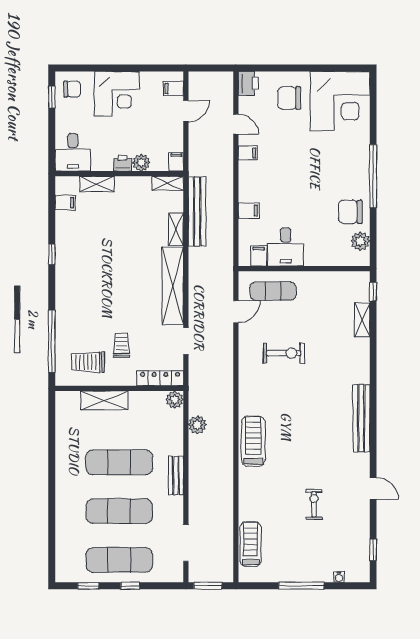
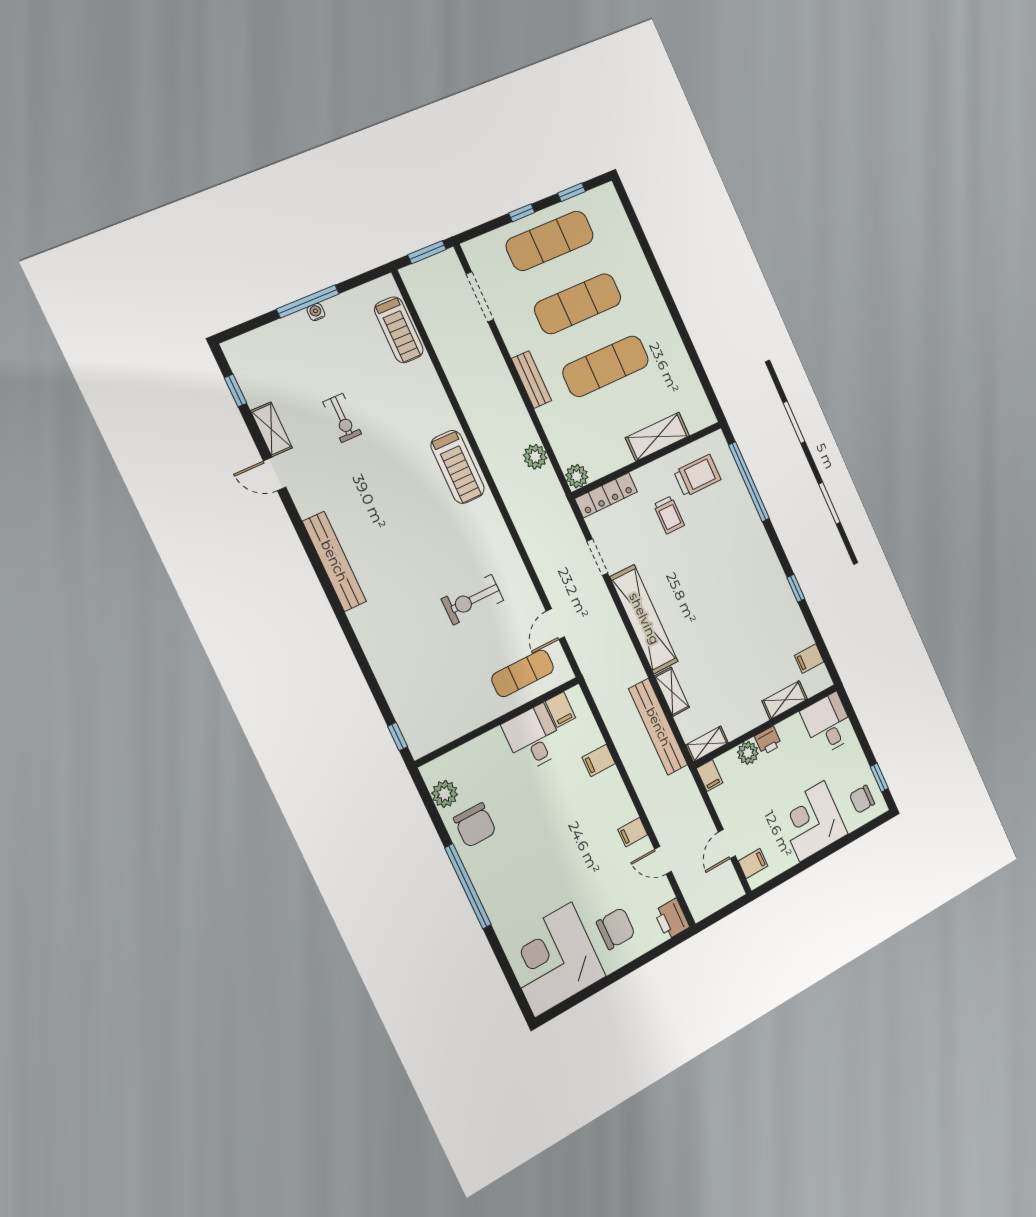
chair: (350, 212) -> (475, 825), turned 90
shelving: (362, 320) -> (271, 429), moved
water cooler: (339, 577) -> (316, 312), moved

